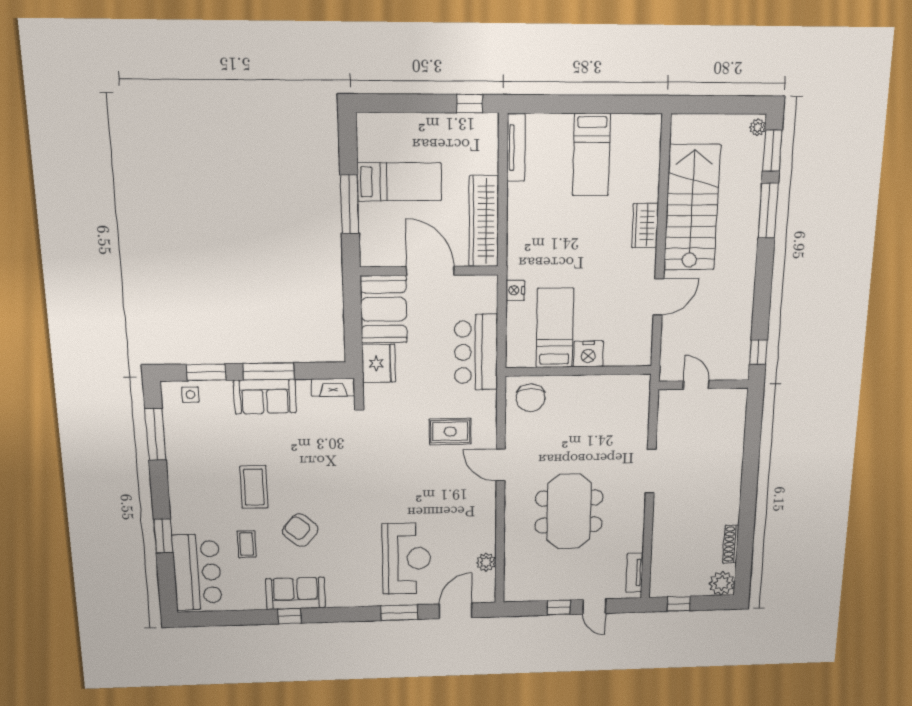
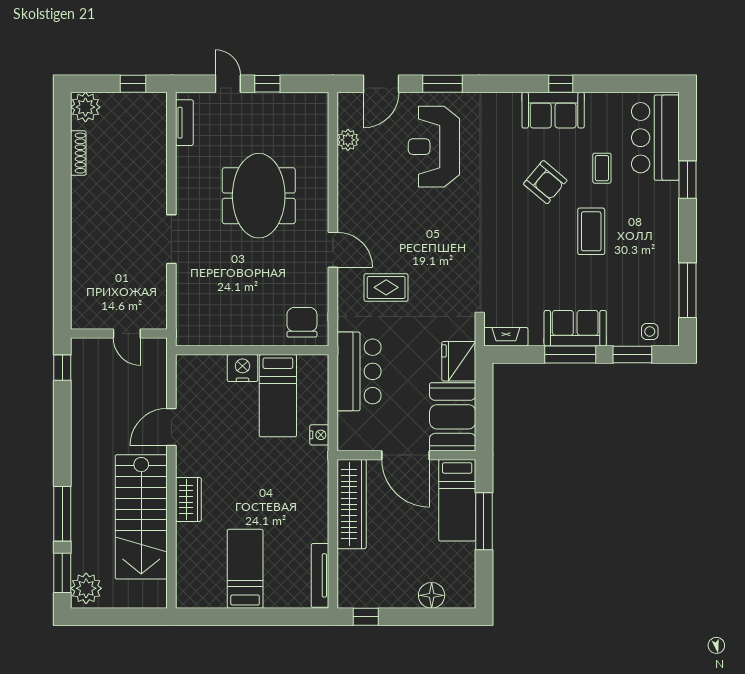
floor lamp: (402, 126) -> (432, 595), added
plant: (758, 127) -> (86, 588), width x1.88, depth x1.88
bed: (399, 182) -> (457, 500), moved, turned -90

